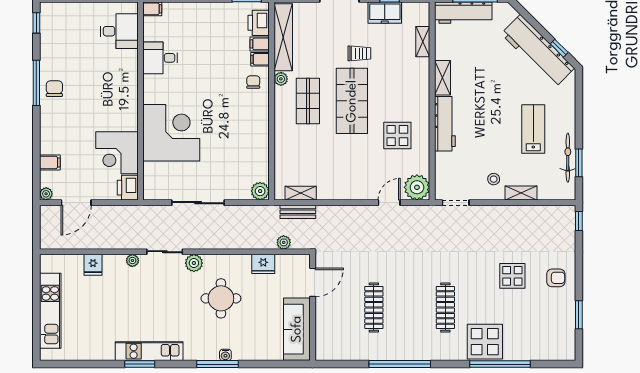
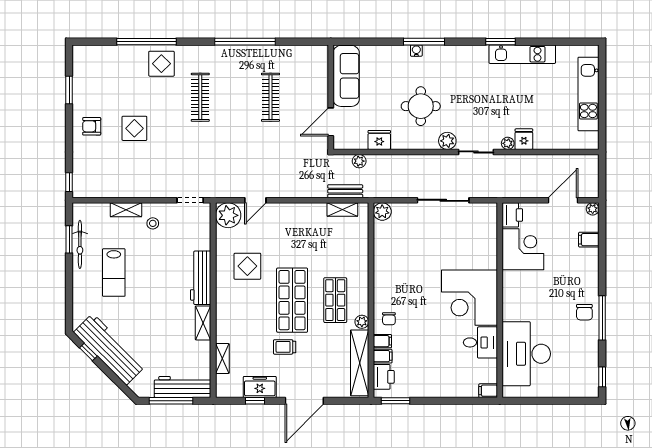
desk: (119, 31) -> (526, 354), width x1.87, depth x1.30
corner desk: (171, 133) -> (470, 298), moved
fridge: (93, 265) -> (524, 139), moved
display table: (485, 342) -> (161, 64), width x0.73, depth x0.73
kitchen unit: (149, 351) -> (522, 54), moved

